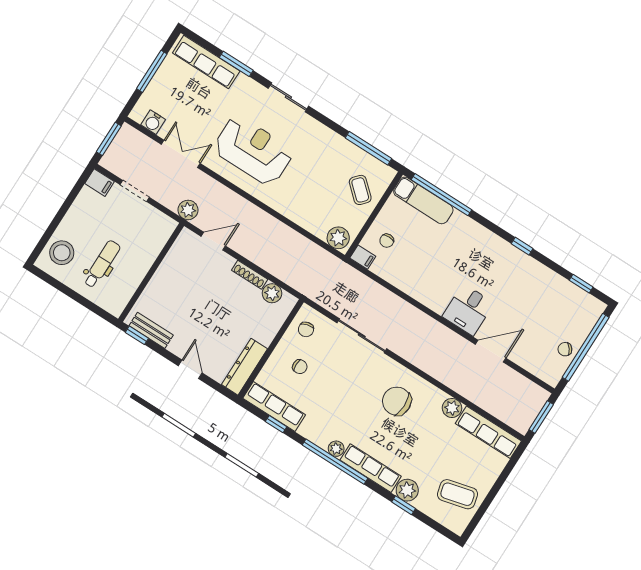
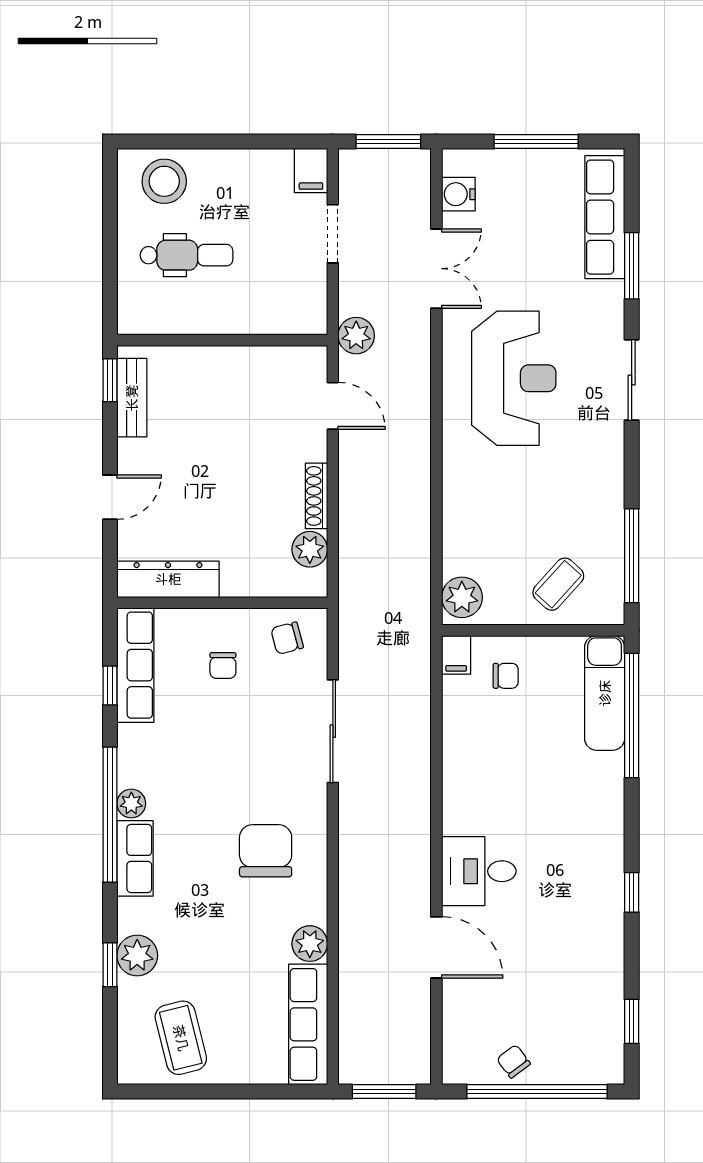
chair: (387, 241) -> (506, 676), turned 180
row of seats: (371, 468) -> (135, 858), width x0.68

